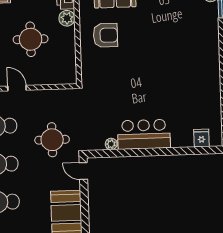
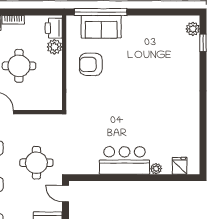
armchair: (105, 35) -> (91, 64), turned 180
plant: (111, 144) -> (156, 169), moved

